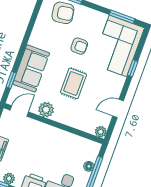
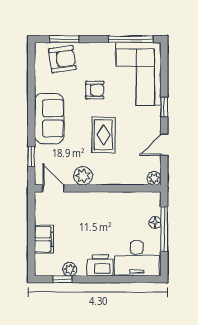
window: (122, 17) -> (131, 39), width x1.44
window: (133, 68) -> (164, 107), moved
sofa: (31, 69) -> (49, 118), moved
door: (19, 111) -> (53, 188), hinge flipped

